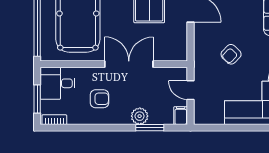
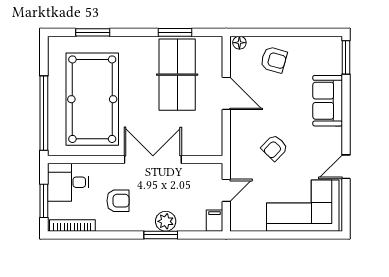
door: (191, 90) -> (226, 190), swing flipped
bookcase: (54, 120) -> (72, 225), width x1.56
window: (150, 128) -> (161, 235), moved

